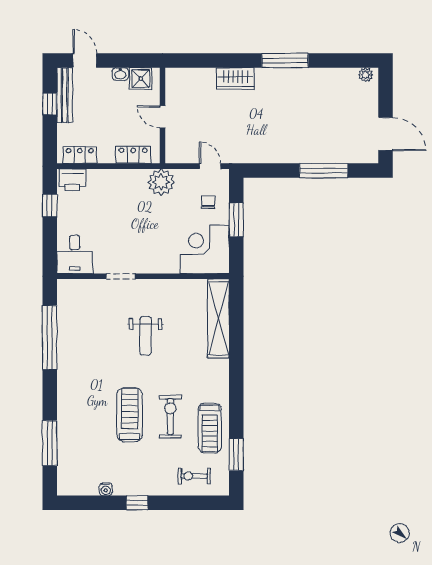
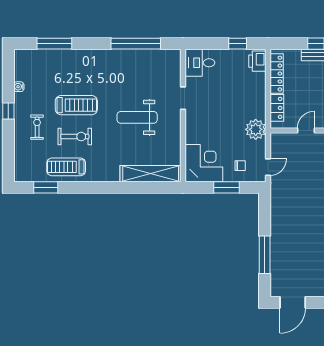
locker: (80, 155) -> (277, 74), width x1.53
weight bench: (146, 336) -> (137, 117), width x1.36, depth x1.33
exercise bike: (194, 476) -> (37, 127), moved

